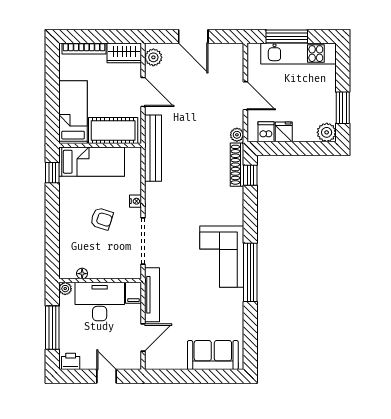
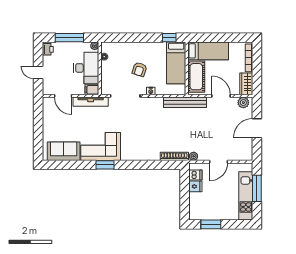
door: (143, 92) -> (221, 96), swing flipped
plant: (327, 132) -> (195, 214), removed
window: (250, 175) -> (167, 165), removed
corner sofa: (222, 257) -> (101, 147), moved
window: (250, 272) -> (105, 165), width x0.47
sofa: (213, 355) -> (64, 151), moved, turned -90
door: (107, 376) -> (38, 72), swing flipped

